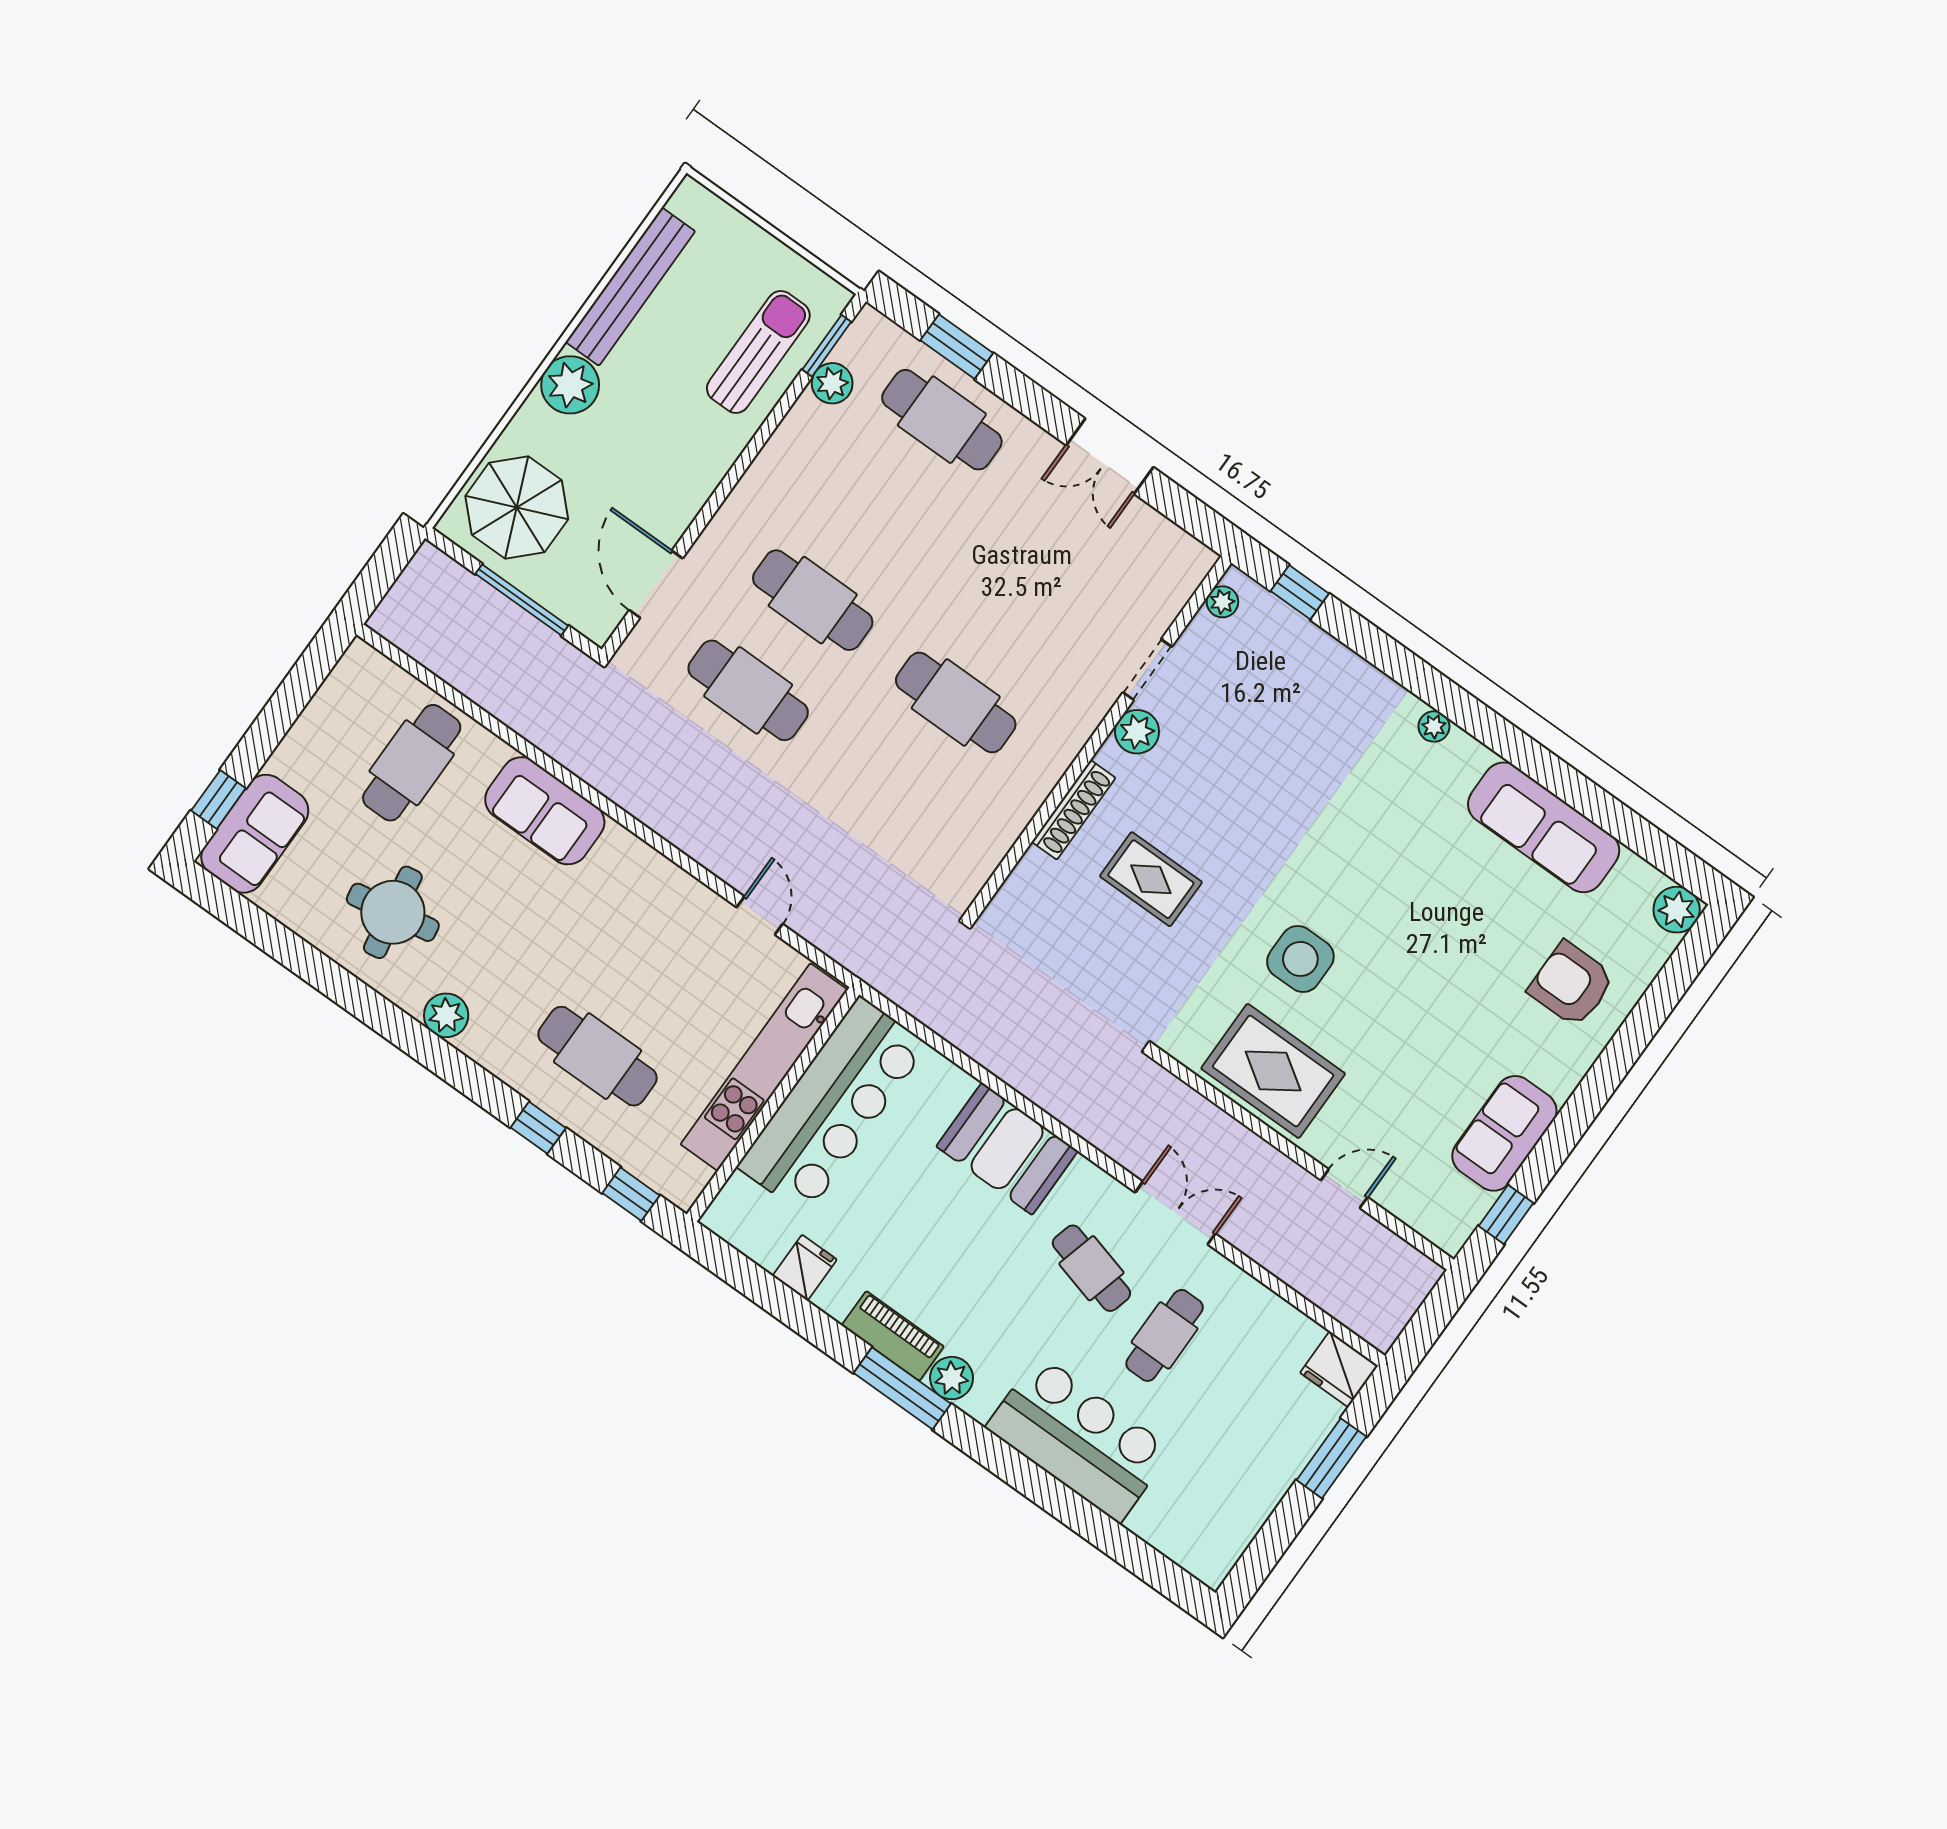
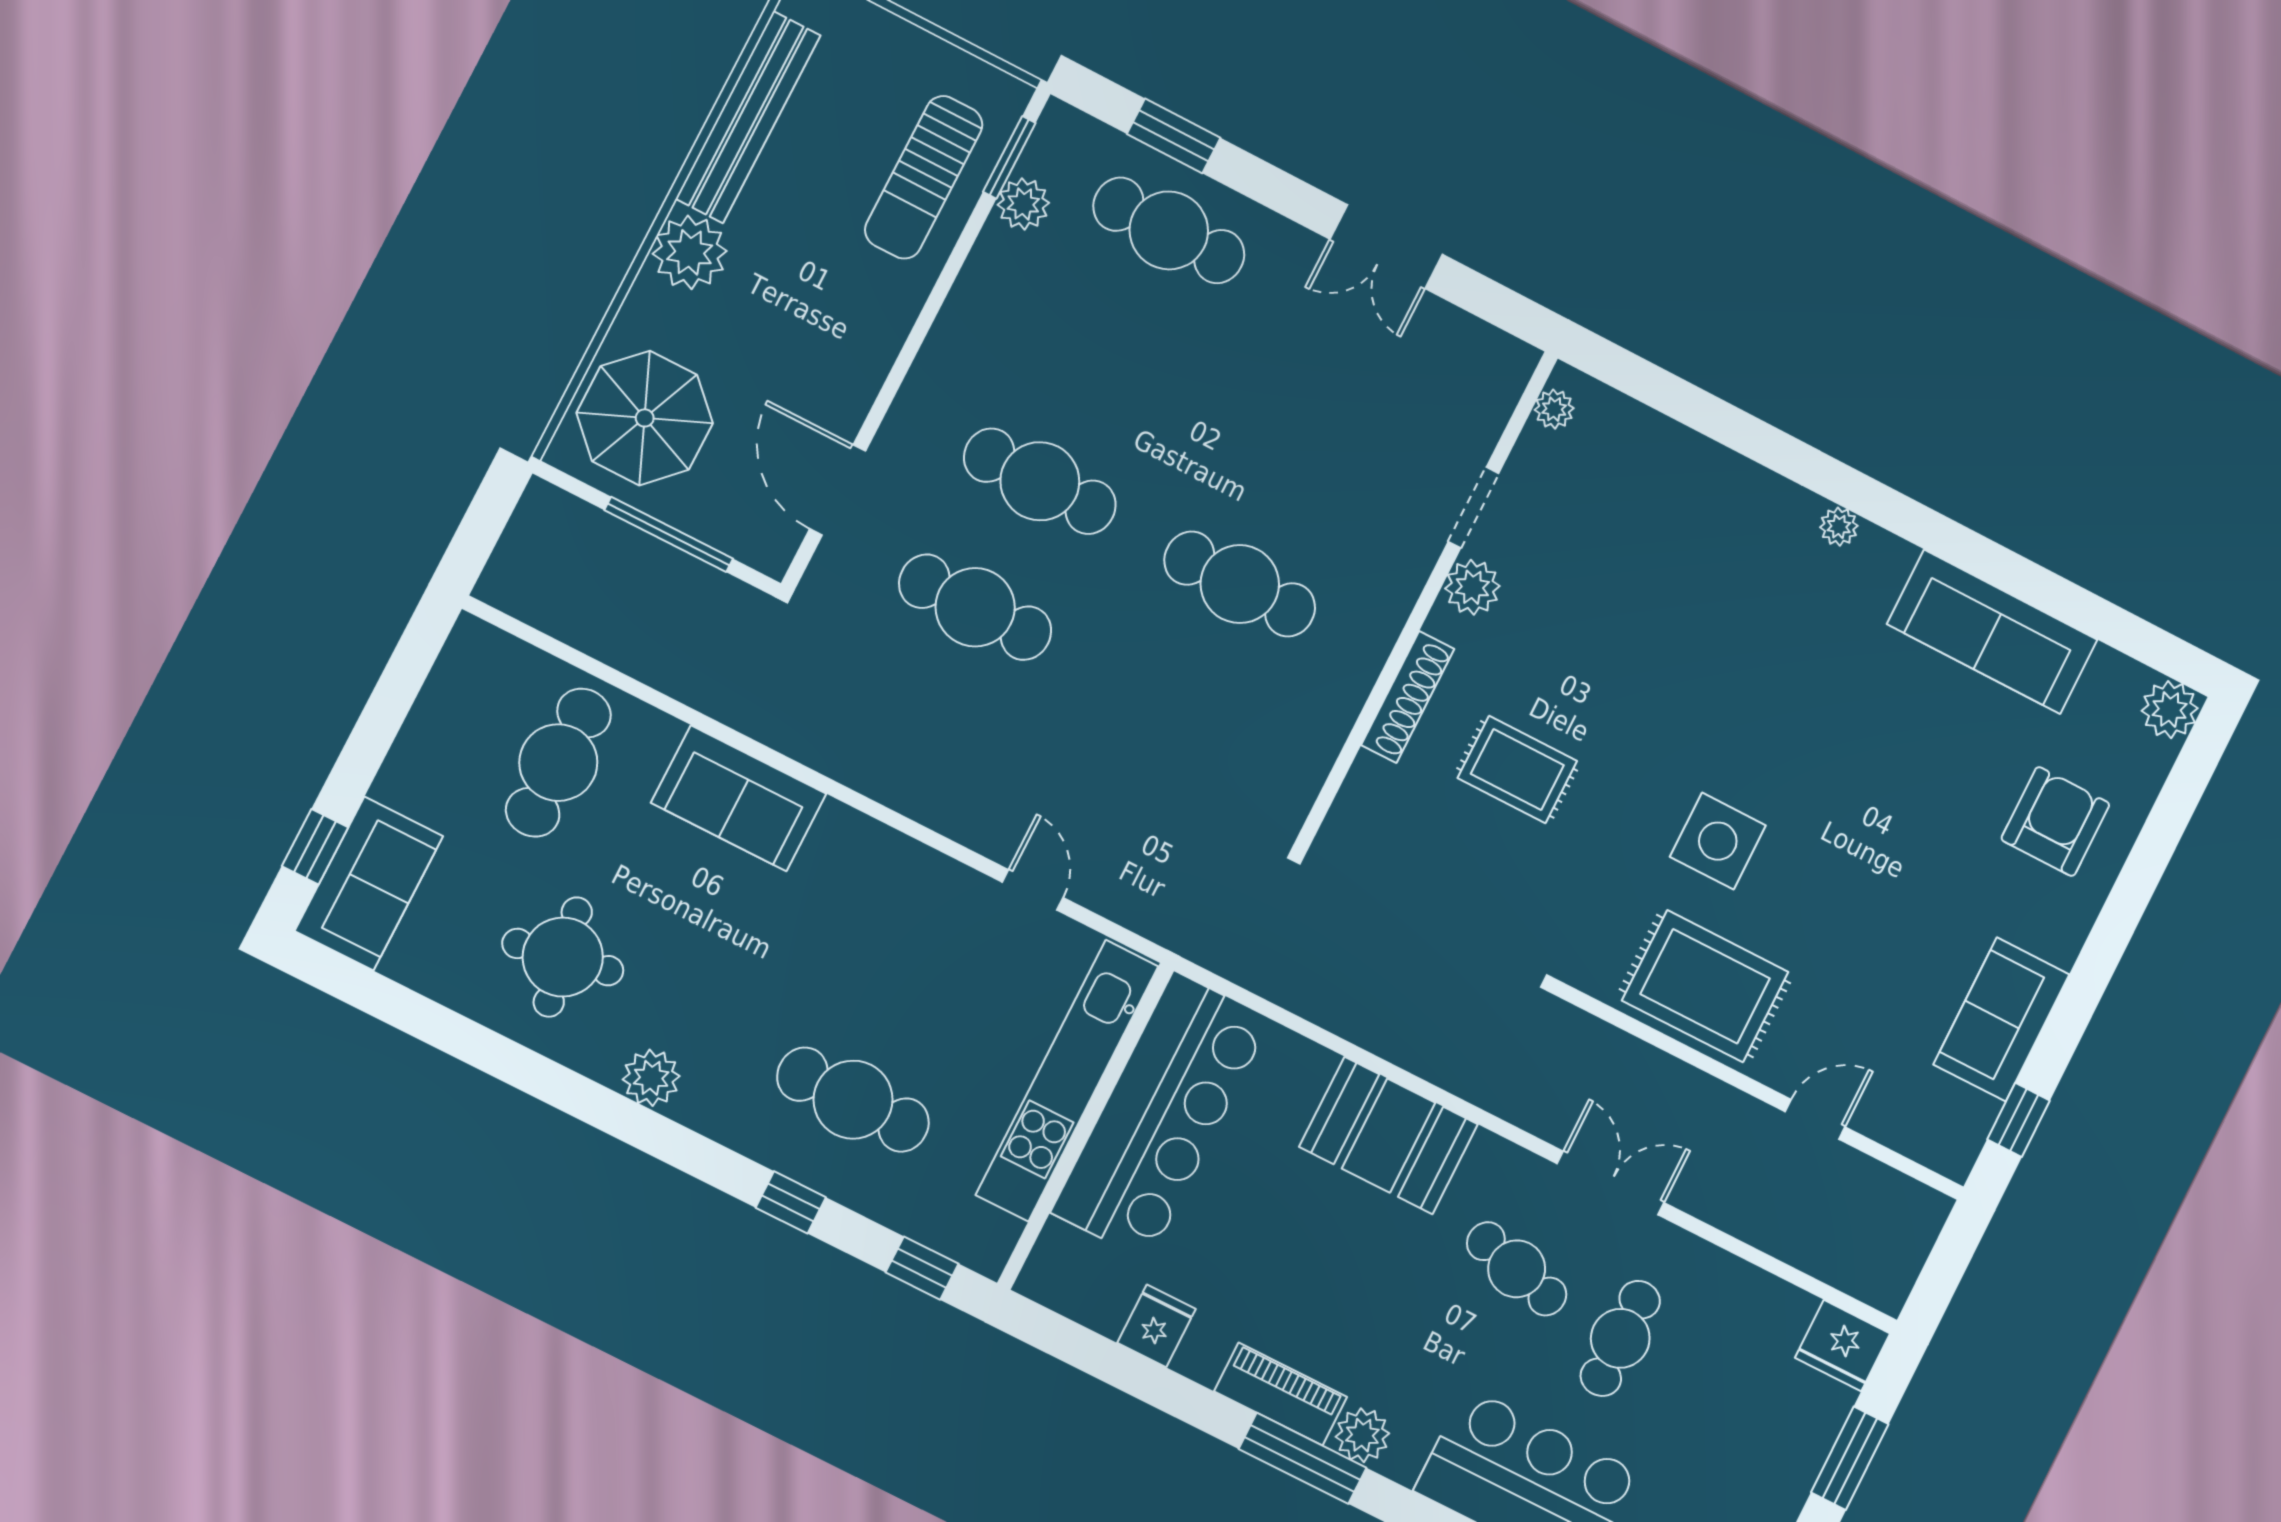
sun lounger: (758, 352) -> (924, 177), turned 180
window: (1300, 592) -> (1648, 383), removed
armchair: (1571, 984) -> (2055, 822), turned 90

